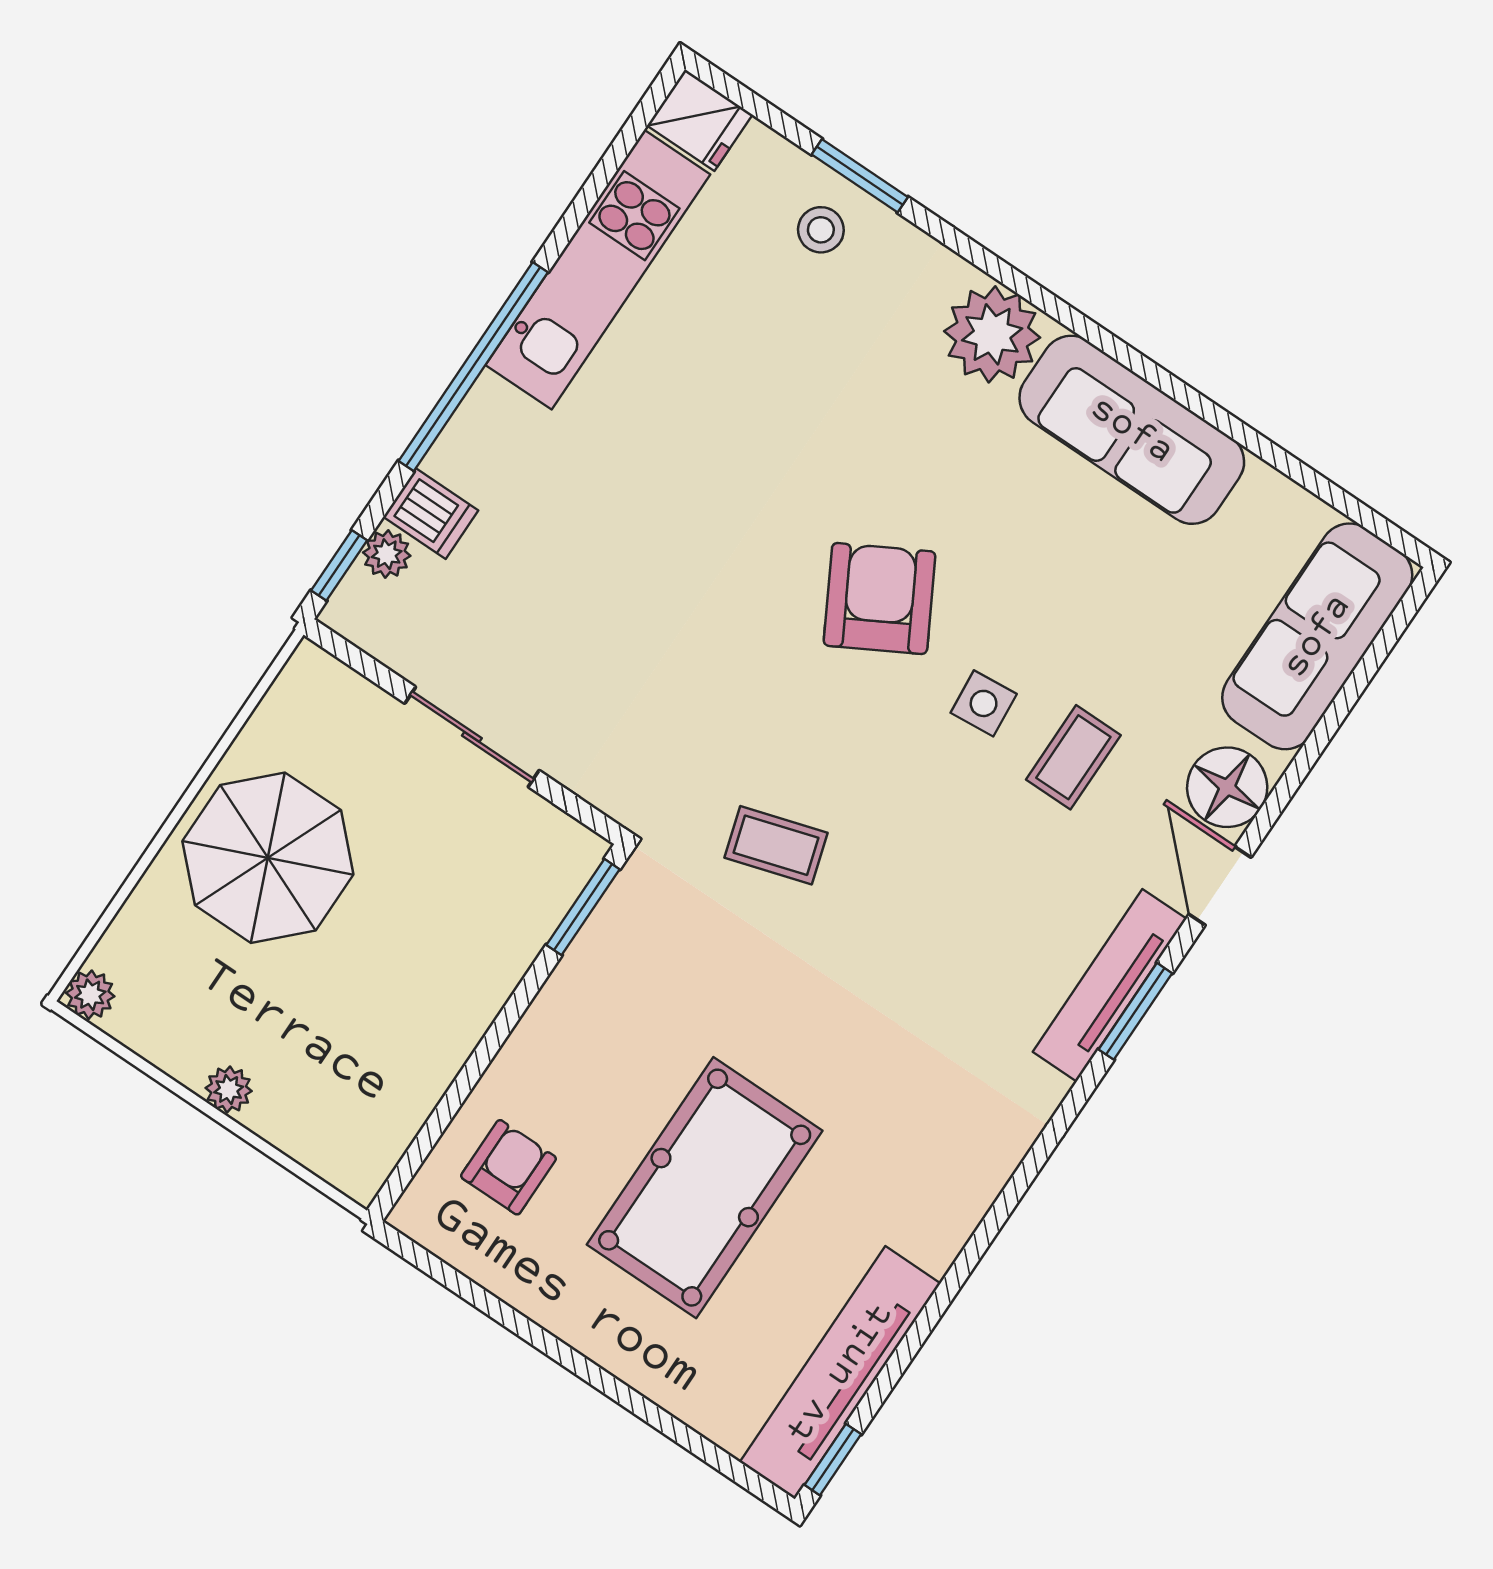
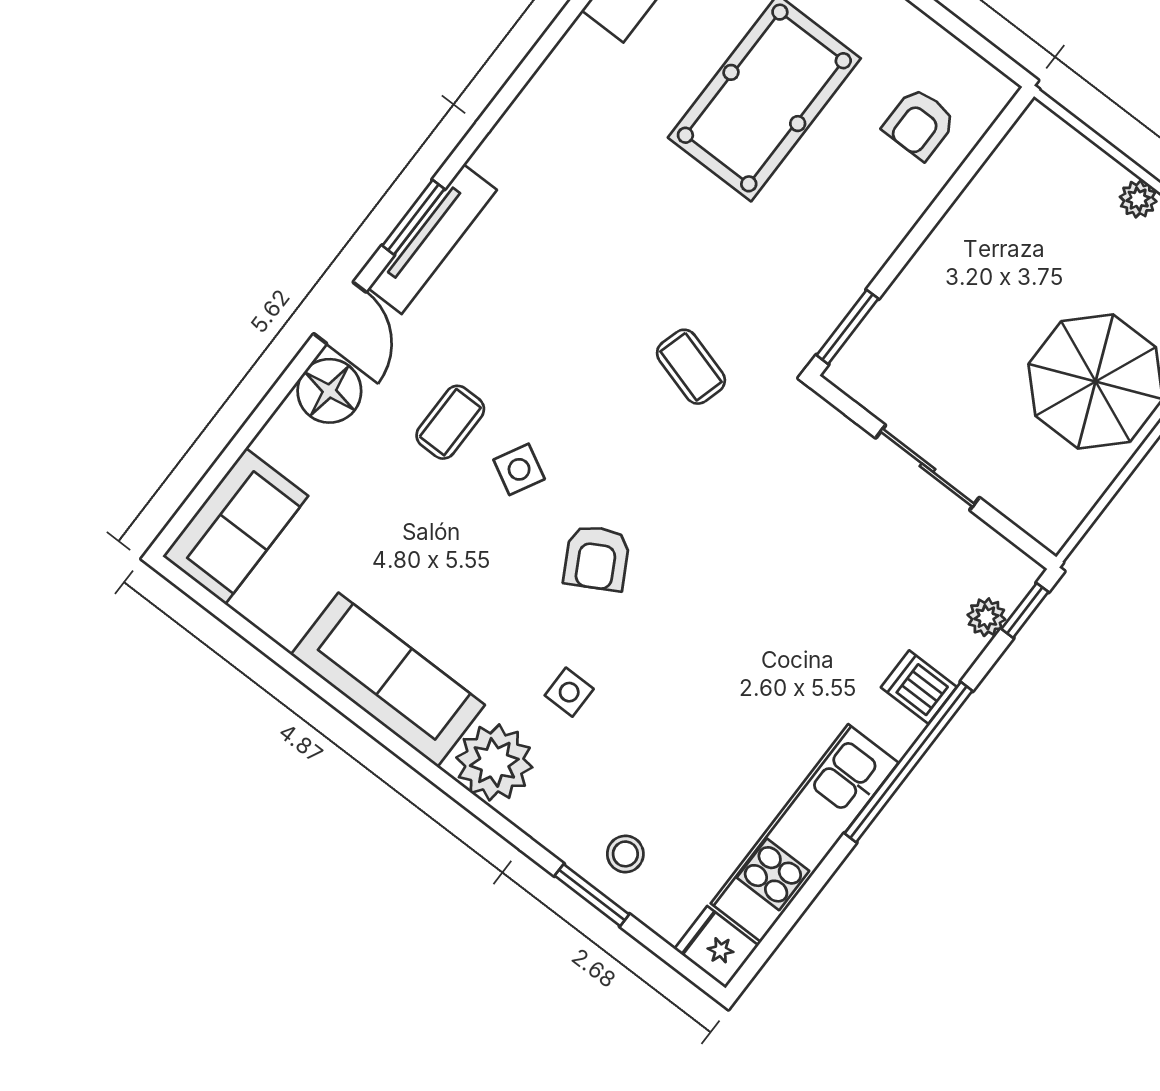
side table: (904, 428) -> (569, 692), added
dishwasher: (431, 514) -> (919, 687), moved
armchair: (880, 599) -> (597, 558), width x0.72, depth x0.72
sofa: (1317, 636) -> (235, 526), width x0.73
side table: (984, 703) -> (519, 469), turned 33
coffee table: (776, 845) -> (691, 367), turned 33

